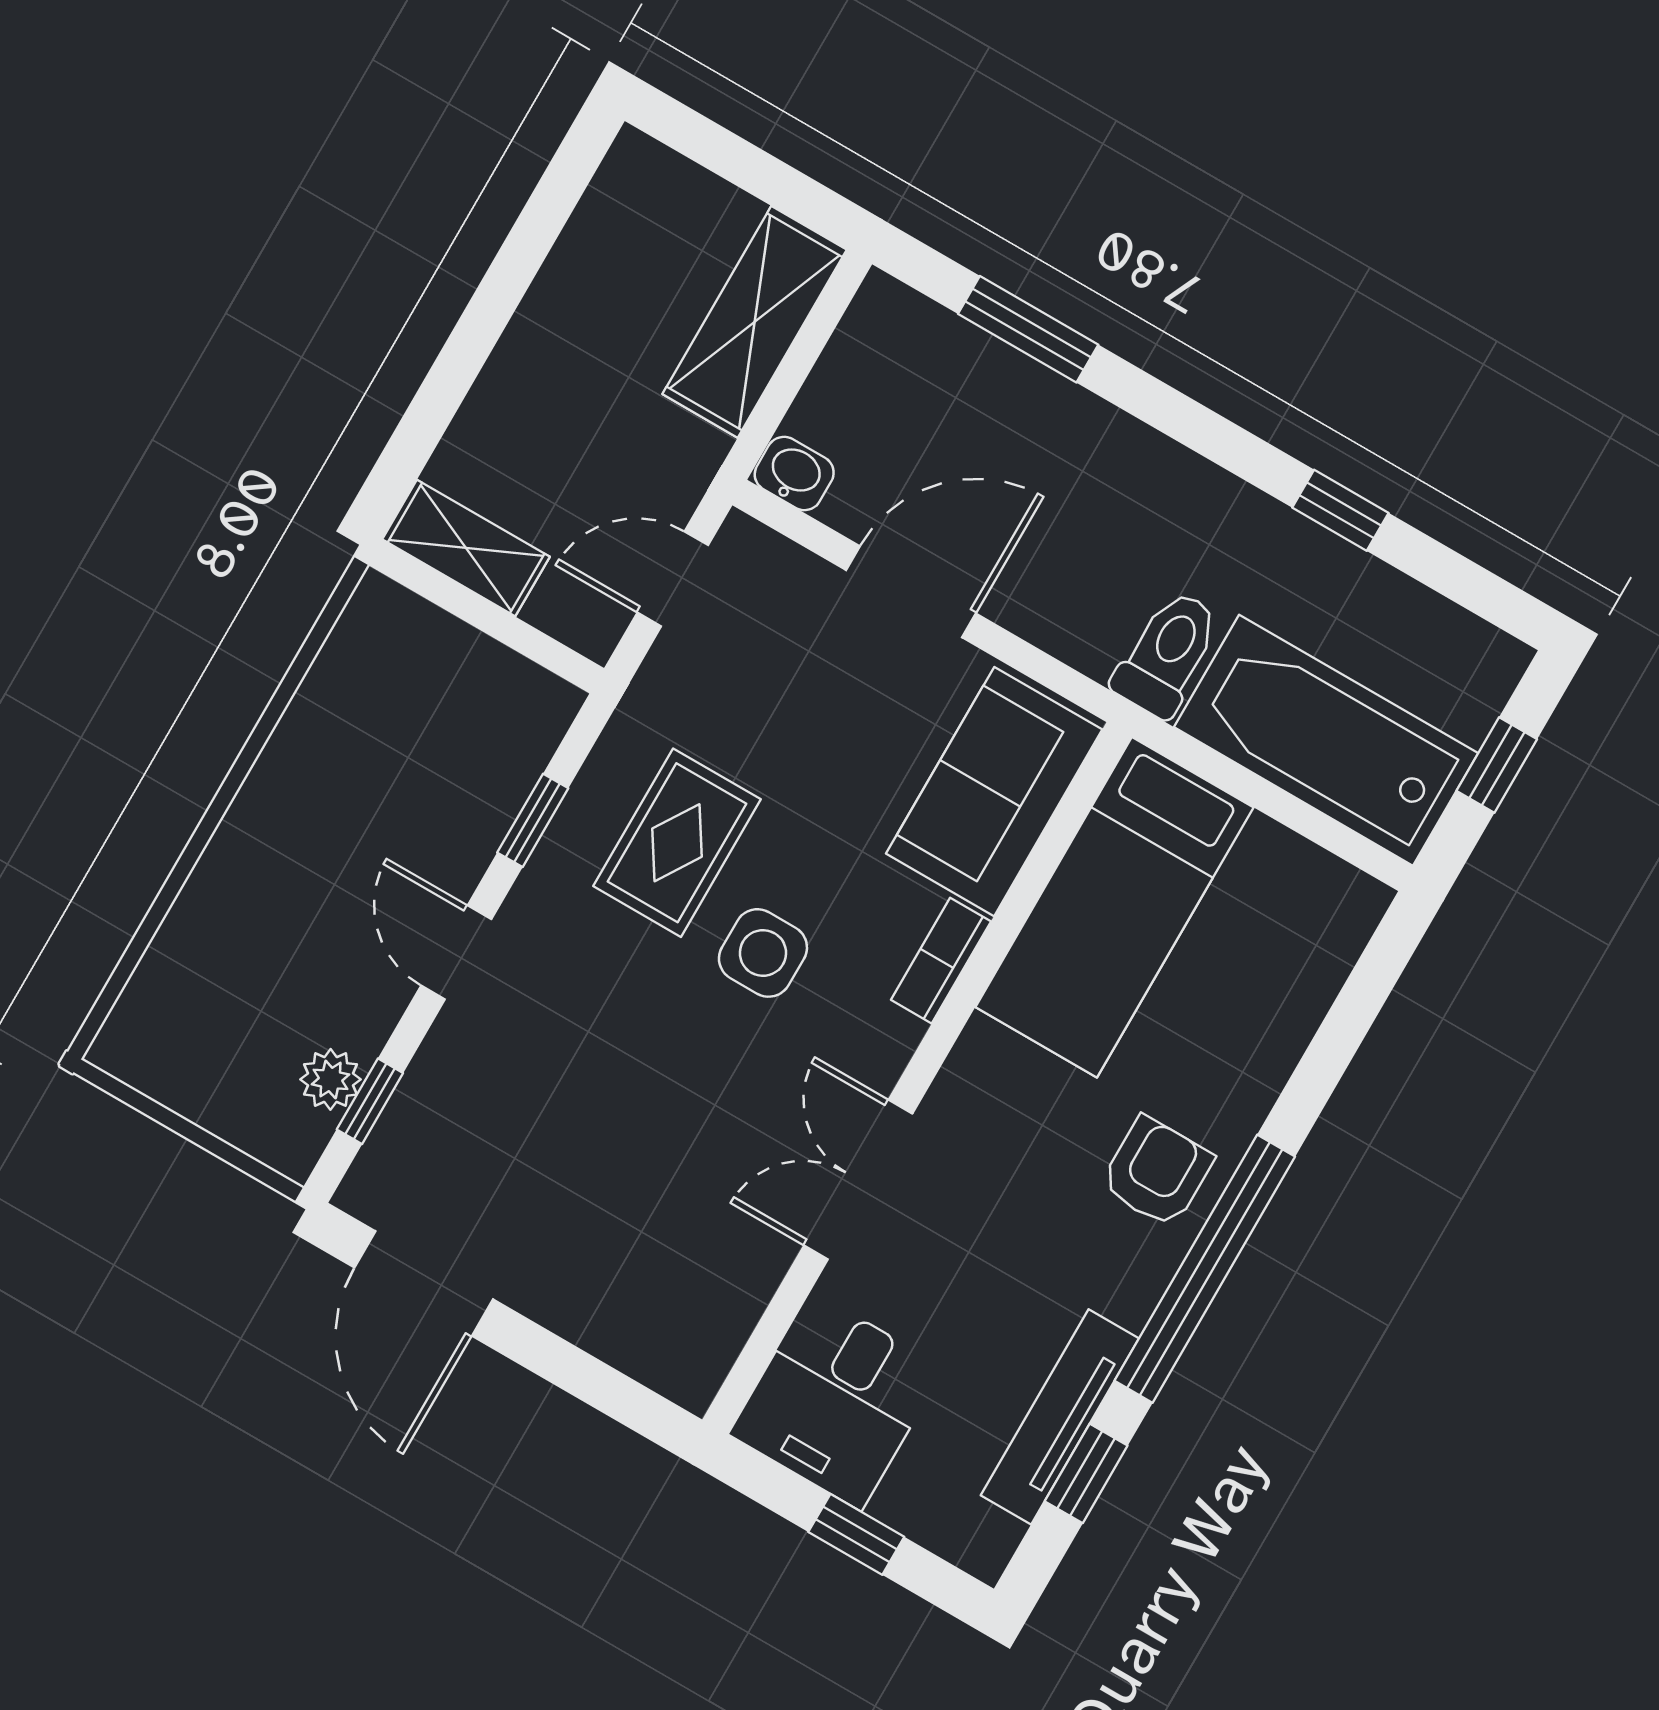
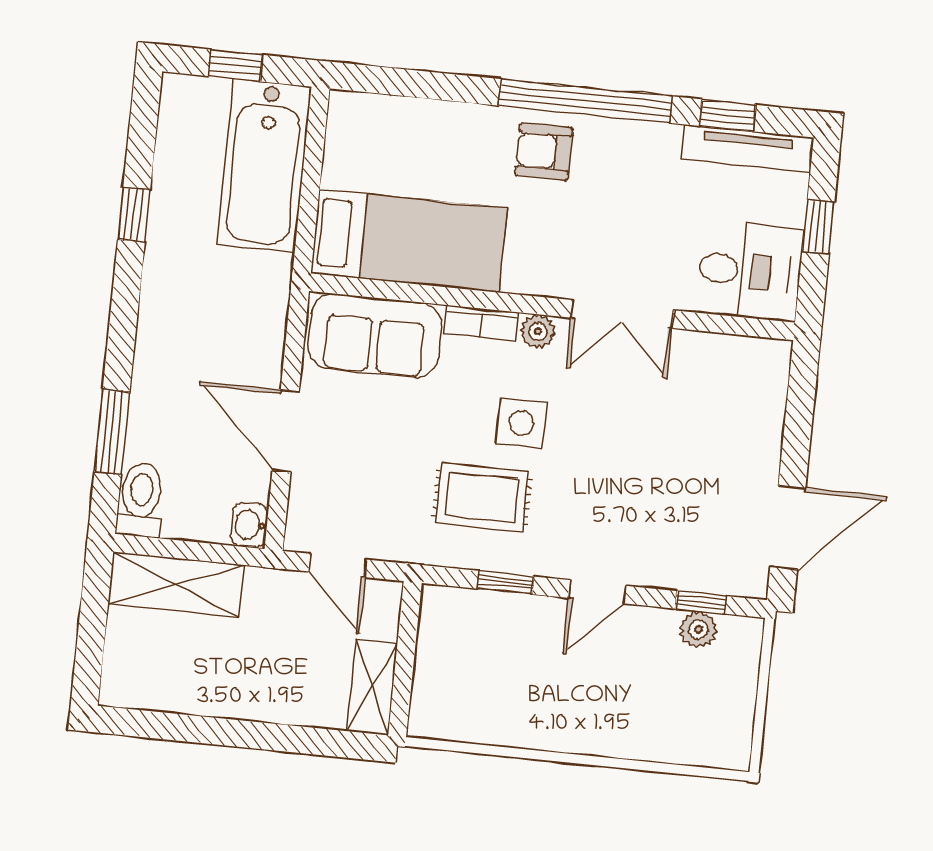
toilet: (1167, 654) -> (141, 500), moved, turned 90
plant: (889, 1040) -> (538, 331), added
tv unit: (1060, 1417) -> (748, 149), moved

